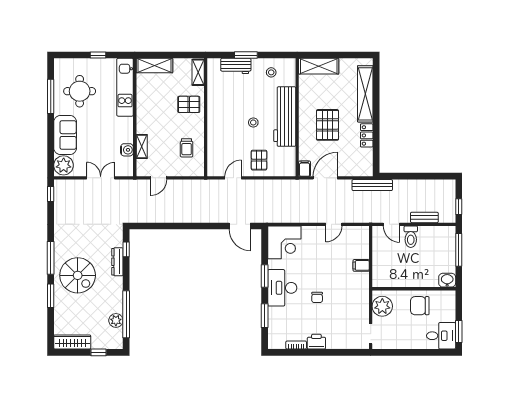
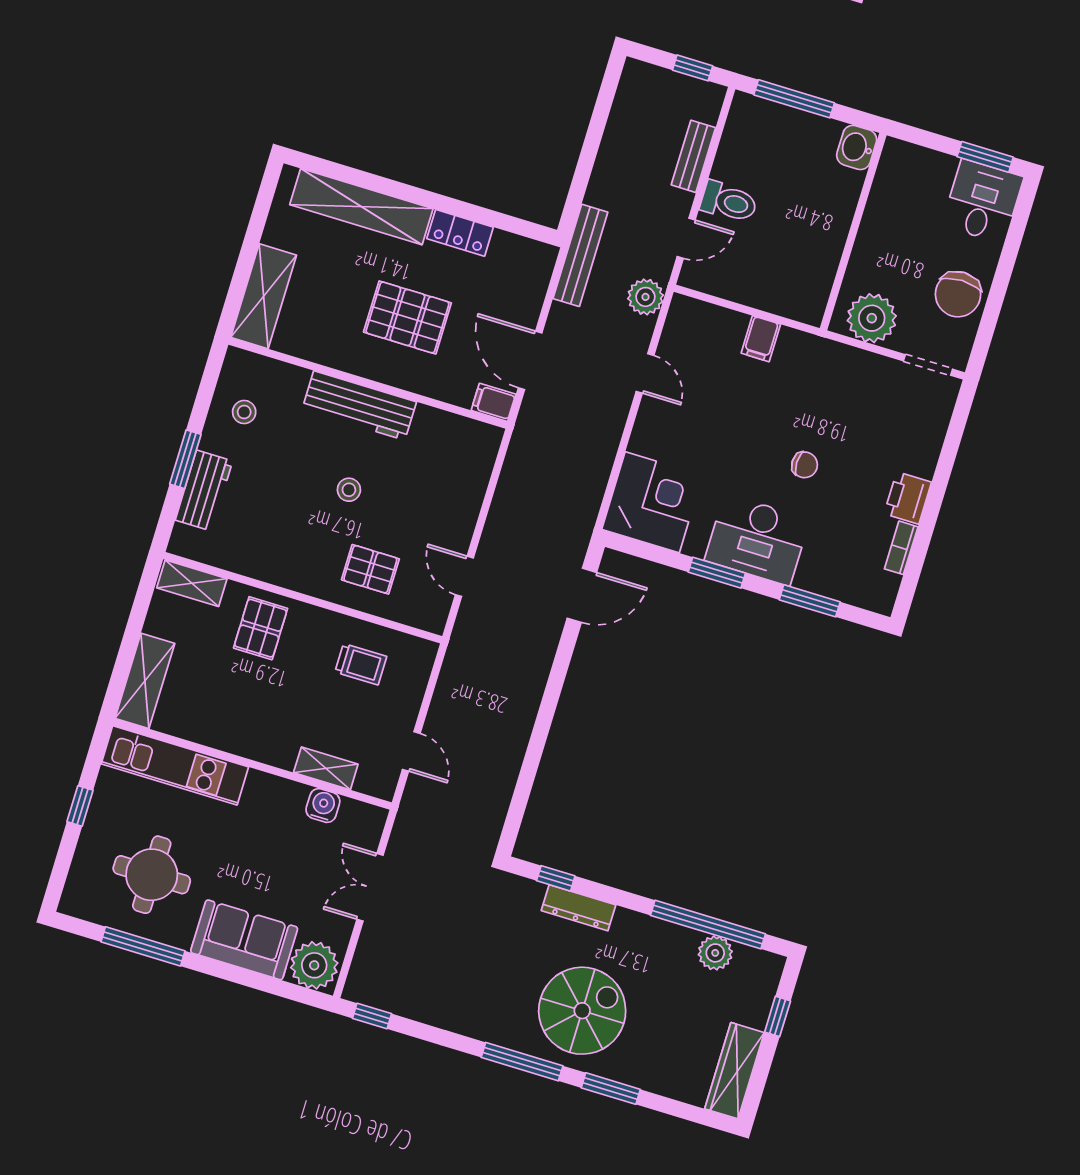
workbench: (285, 117) -> (359, 405), width x0.73, depth x0.76
pallet: (259, 160) -> (370, 569), moved
plant: (364, 215) -> (645, 297), added
chair: (420, 306) -> (958, 294), moved

